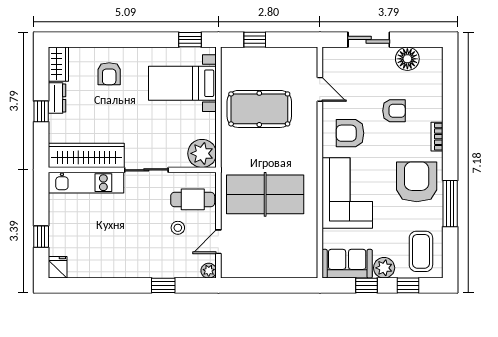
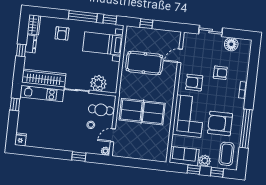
window: (142, 40) -> (83, 16), added
door: (320, 89) -> (180, 56), swing flipped
plant: (202, 153) -> (98, 83), moved
armchair: (417, 182) -> (220, 123), moved, turned -90
window: (450, 204) -> (246, 129), width x1.46
window: (41, 237) -> (15, 104), moved

